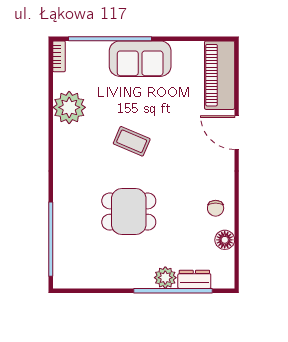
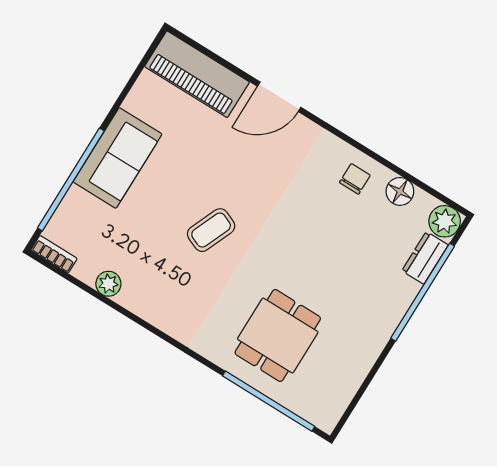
plant: (69, 107) -> (108, 284), width x0.53, depth x0.53
chair: (216, 208) -> (355, 179), turned -90
dining table: (129, 212) -> (278, 336), moved
plant: (165, 278) -> (445, 221), moved

